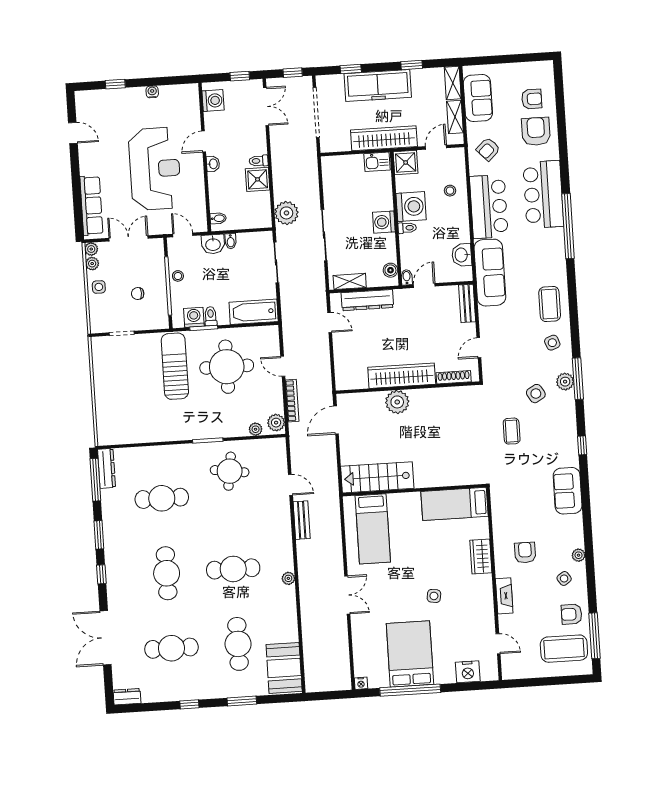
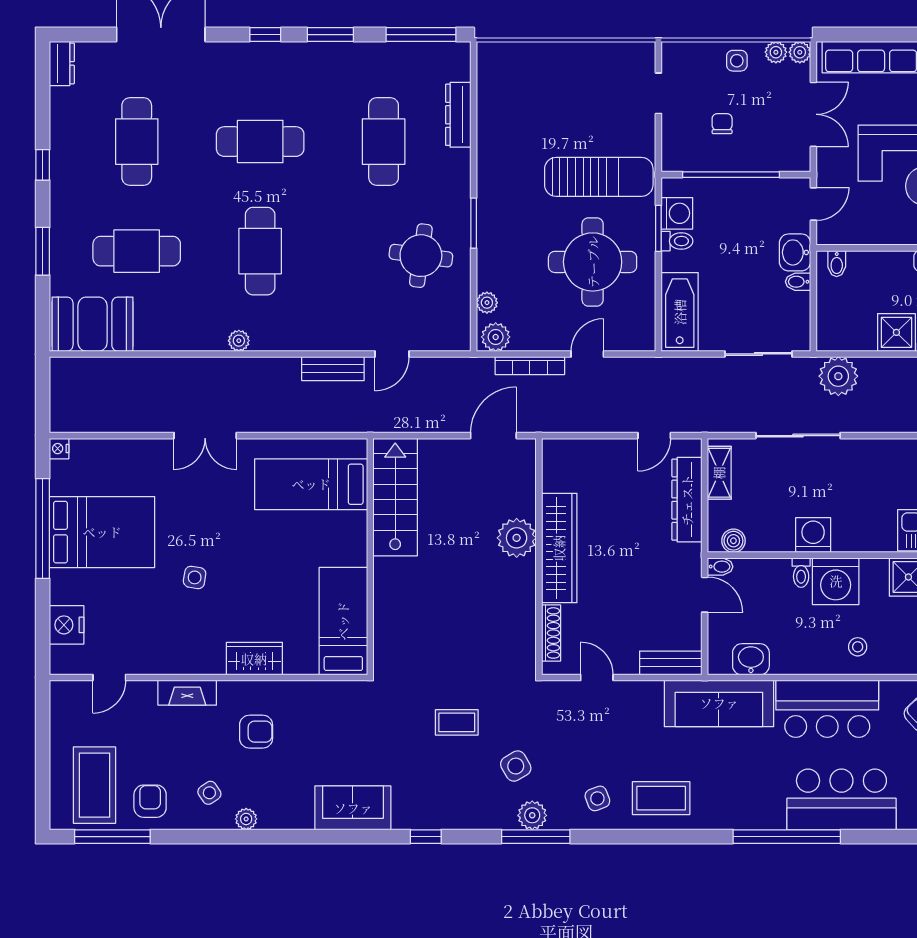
stool: (178, 276) -> (746, 192), removed
door: (336, 420) -> (493, 436), hinge flipped
dresser: (106, 468) -> (458, 115), moved, turned 90

